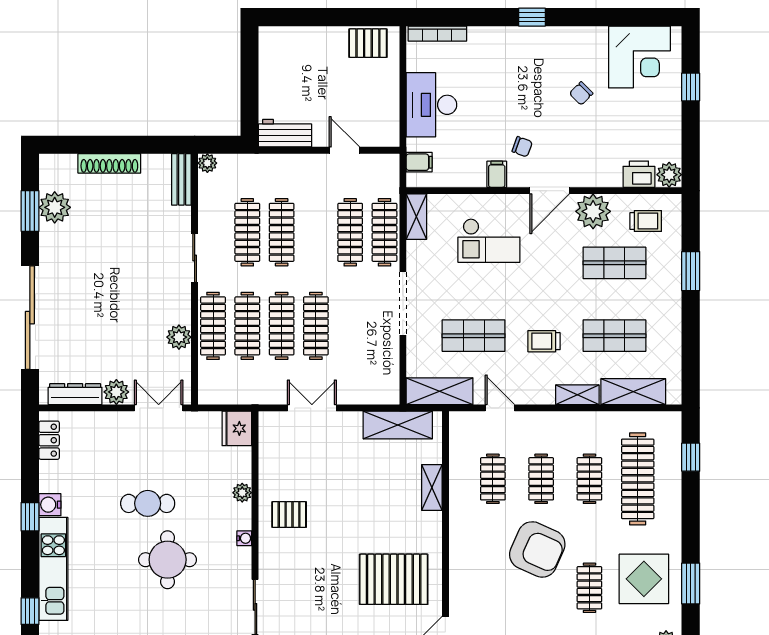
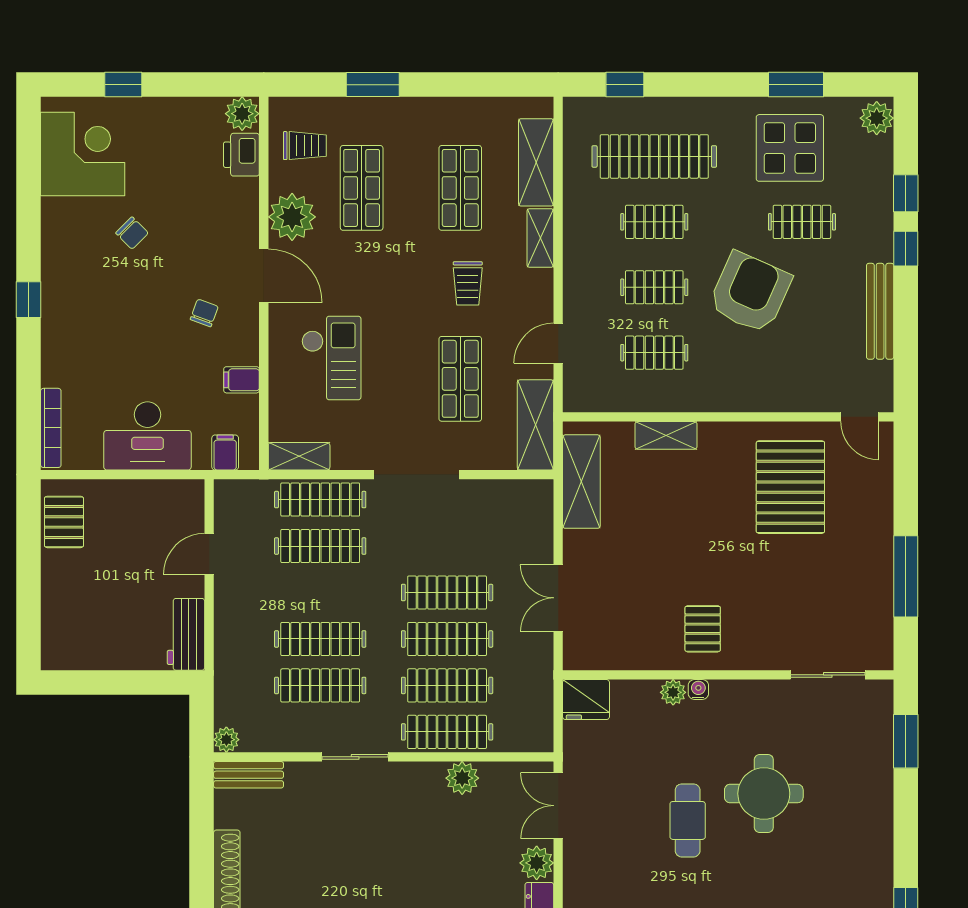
filing cabinet: (497, 174) -> (242, 380), moved
trolley: (646, 221) -> (305, 146), turned 90
water cooler: (244, 538) -> (698, 689), moved

